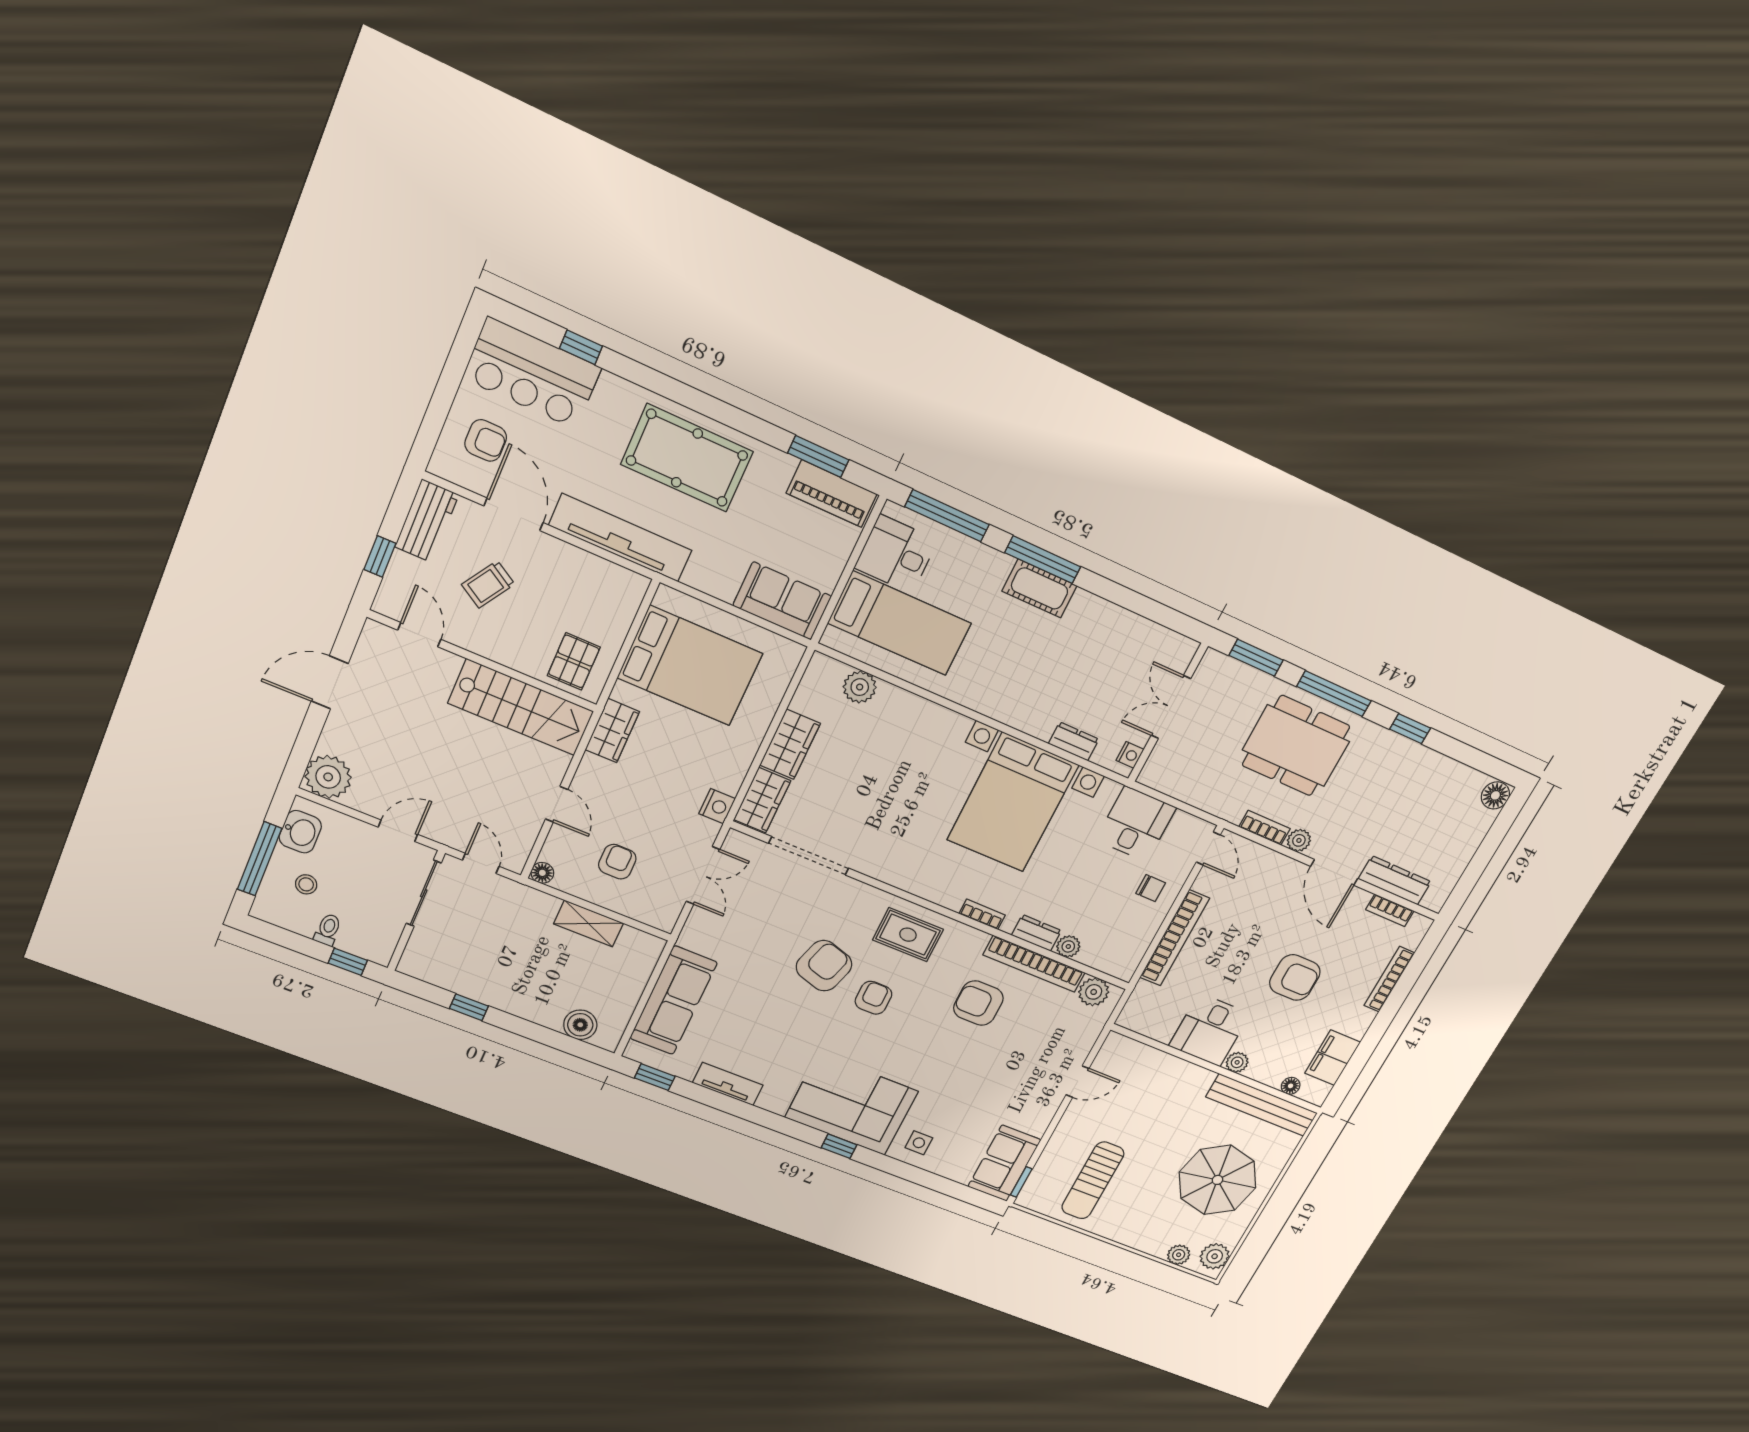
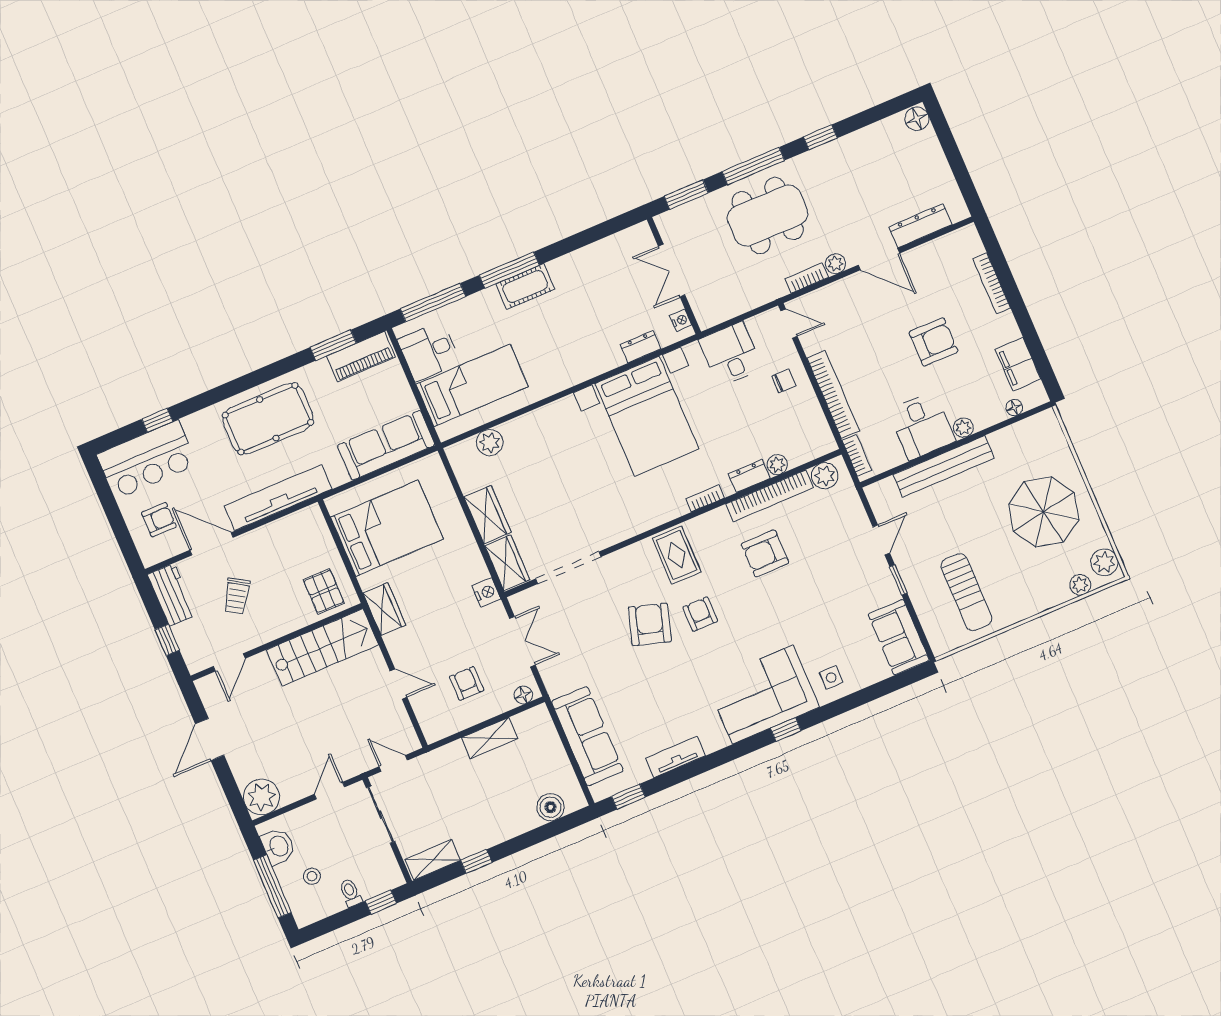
sofa: (782, 601) -> (386, 445), width x1.36
door: (419, 635) -> (229, 662), swing flipped
floor lamp: (542, 873) -> (523, 695), moved
bookcase: (1390, 910) -> (857, 455), moved, turned -90
rug: (908, 935) -> (677, 555), turned 90
shelving: (431, 971) -> (433, 860), added
bench: (1262, 1105) -> (944, 466), moved
window: (1021, 1182) -> (898, 580), moved

